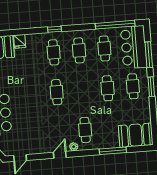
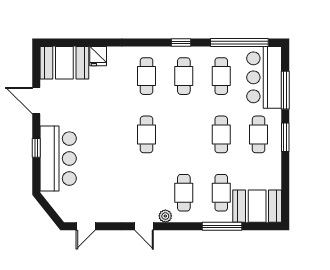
window: (55, 29) -> (181, 42), moved
cafe table: (111, 128) -> (221, 193), added
door: (60, 155) -> (144, 226), swing flipped

